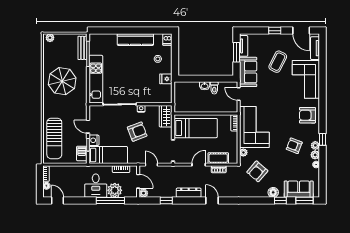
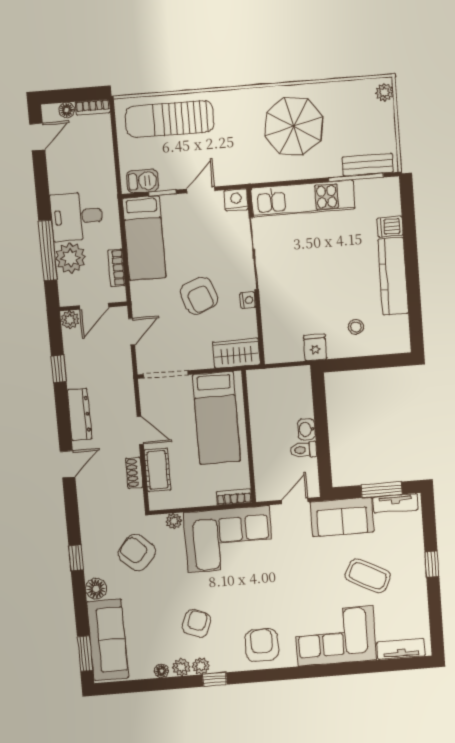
door: (301, 31) -> (436, 618), removed
dishwasher: (167, 39) -> (390, 227), moved
nightstand: (94, 140) -> (236, 200), moved
sofa: (299, 189) -> (107, 640), width x1.36
window: (280, 201) -> (76, 558), moved

